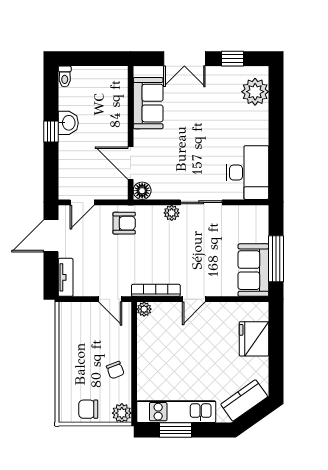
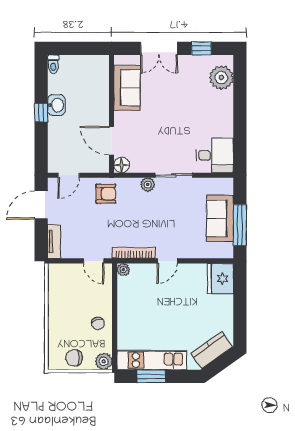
desk: (247, 173) -> (215, 155), width x0.73
sofa: (253, 270) -> (220, 218), moved
fridge: (254, 339) -> (220, 279), moved

